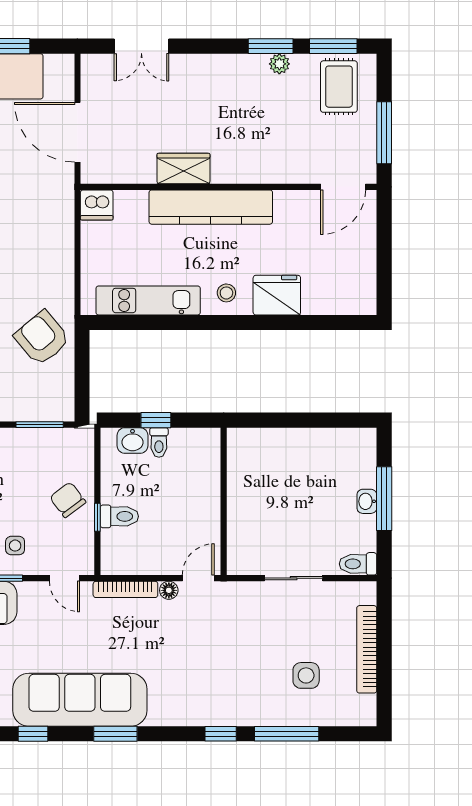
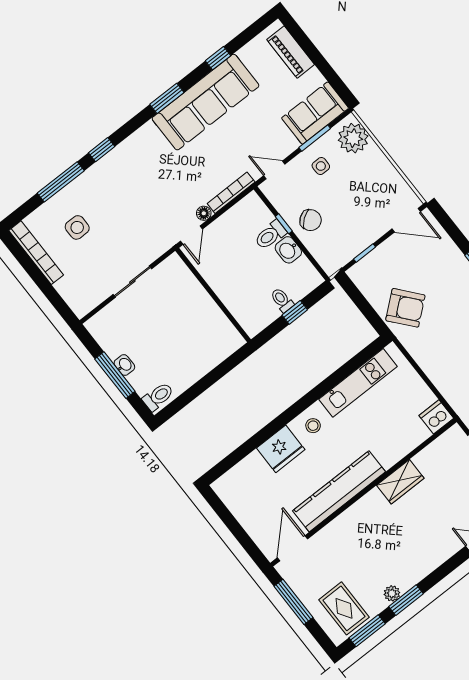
kitchen counter: (211, 207) -> (339, 491), moved
window: (40, 425) -> (365, 253), width x0.67
washbasin: (132, 441) -> (288, 250), moved, turned -90
toilet: (358, 564) -> (158, 397), moved
bookcase: (367, 649) -> (36, 253), moved

